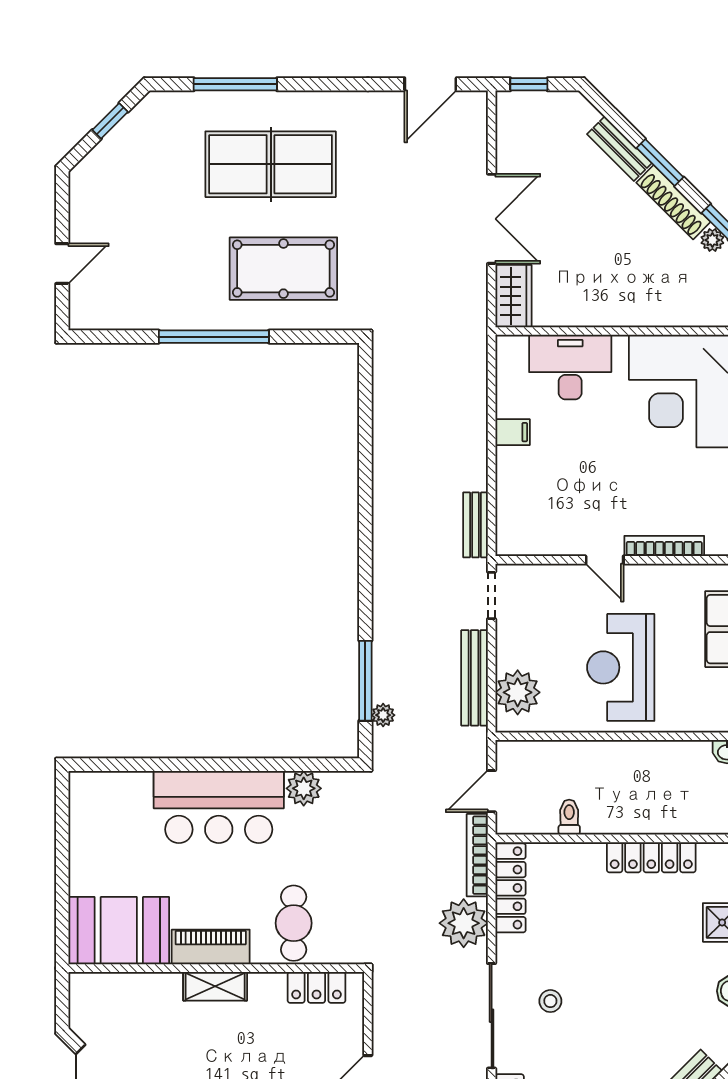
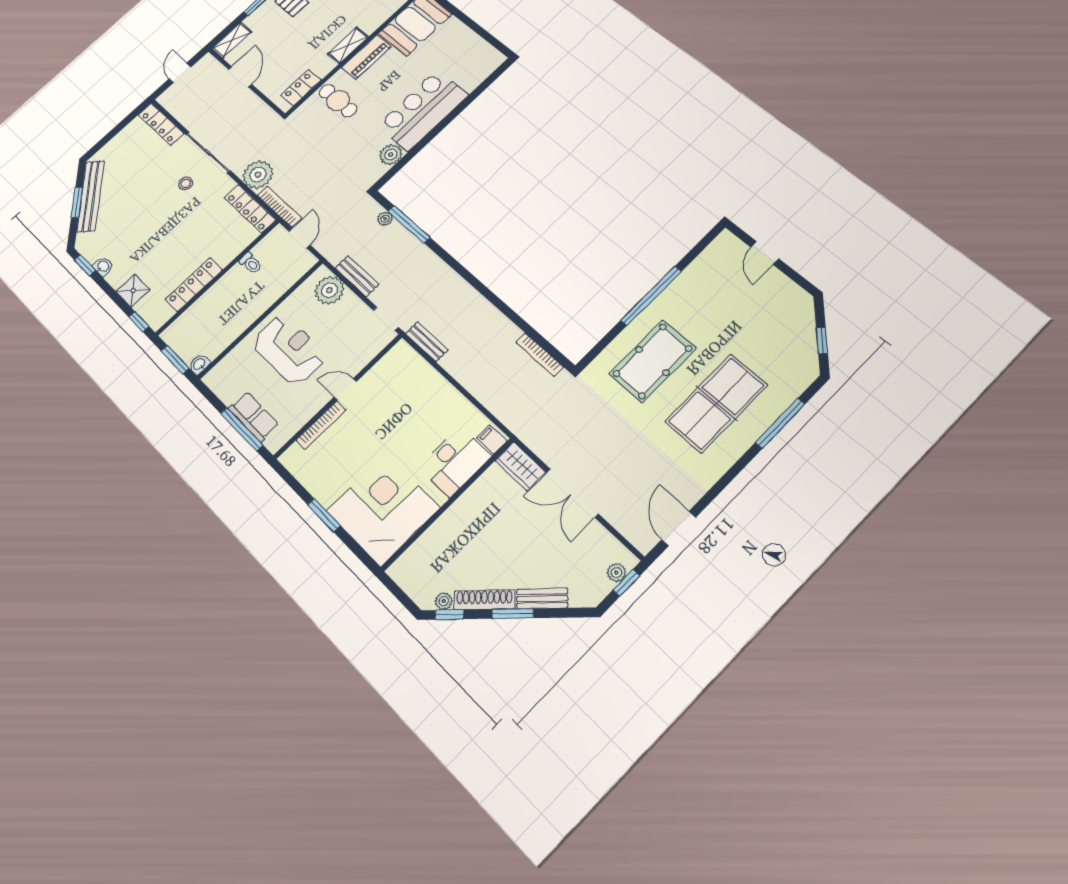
plant: (528, 103) -> (616, 573), added
bookcase: (381, 391) -> (540, 355), added
filing cabinet: (513, 432) -> (492, 440), moved, turned 90
bench: (475, 678) -> (357, 276), width x0.73

